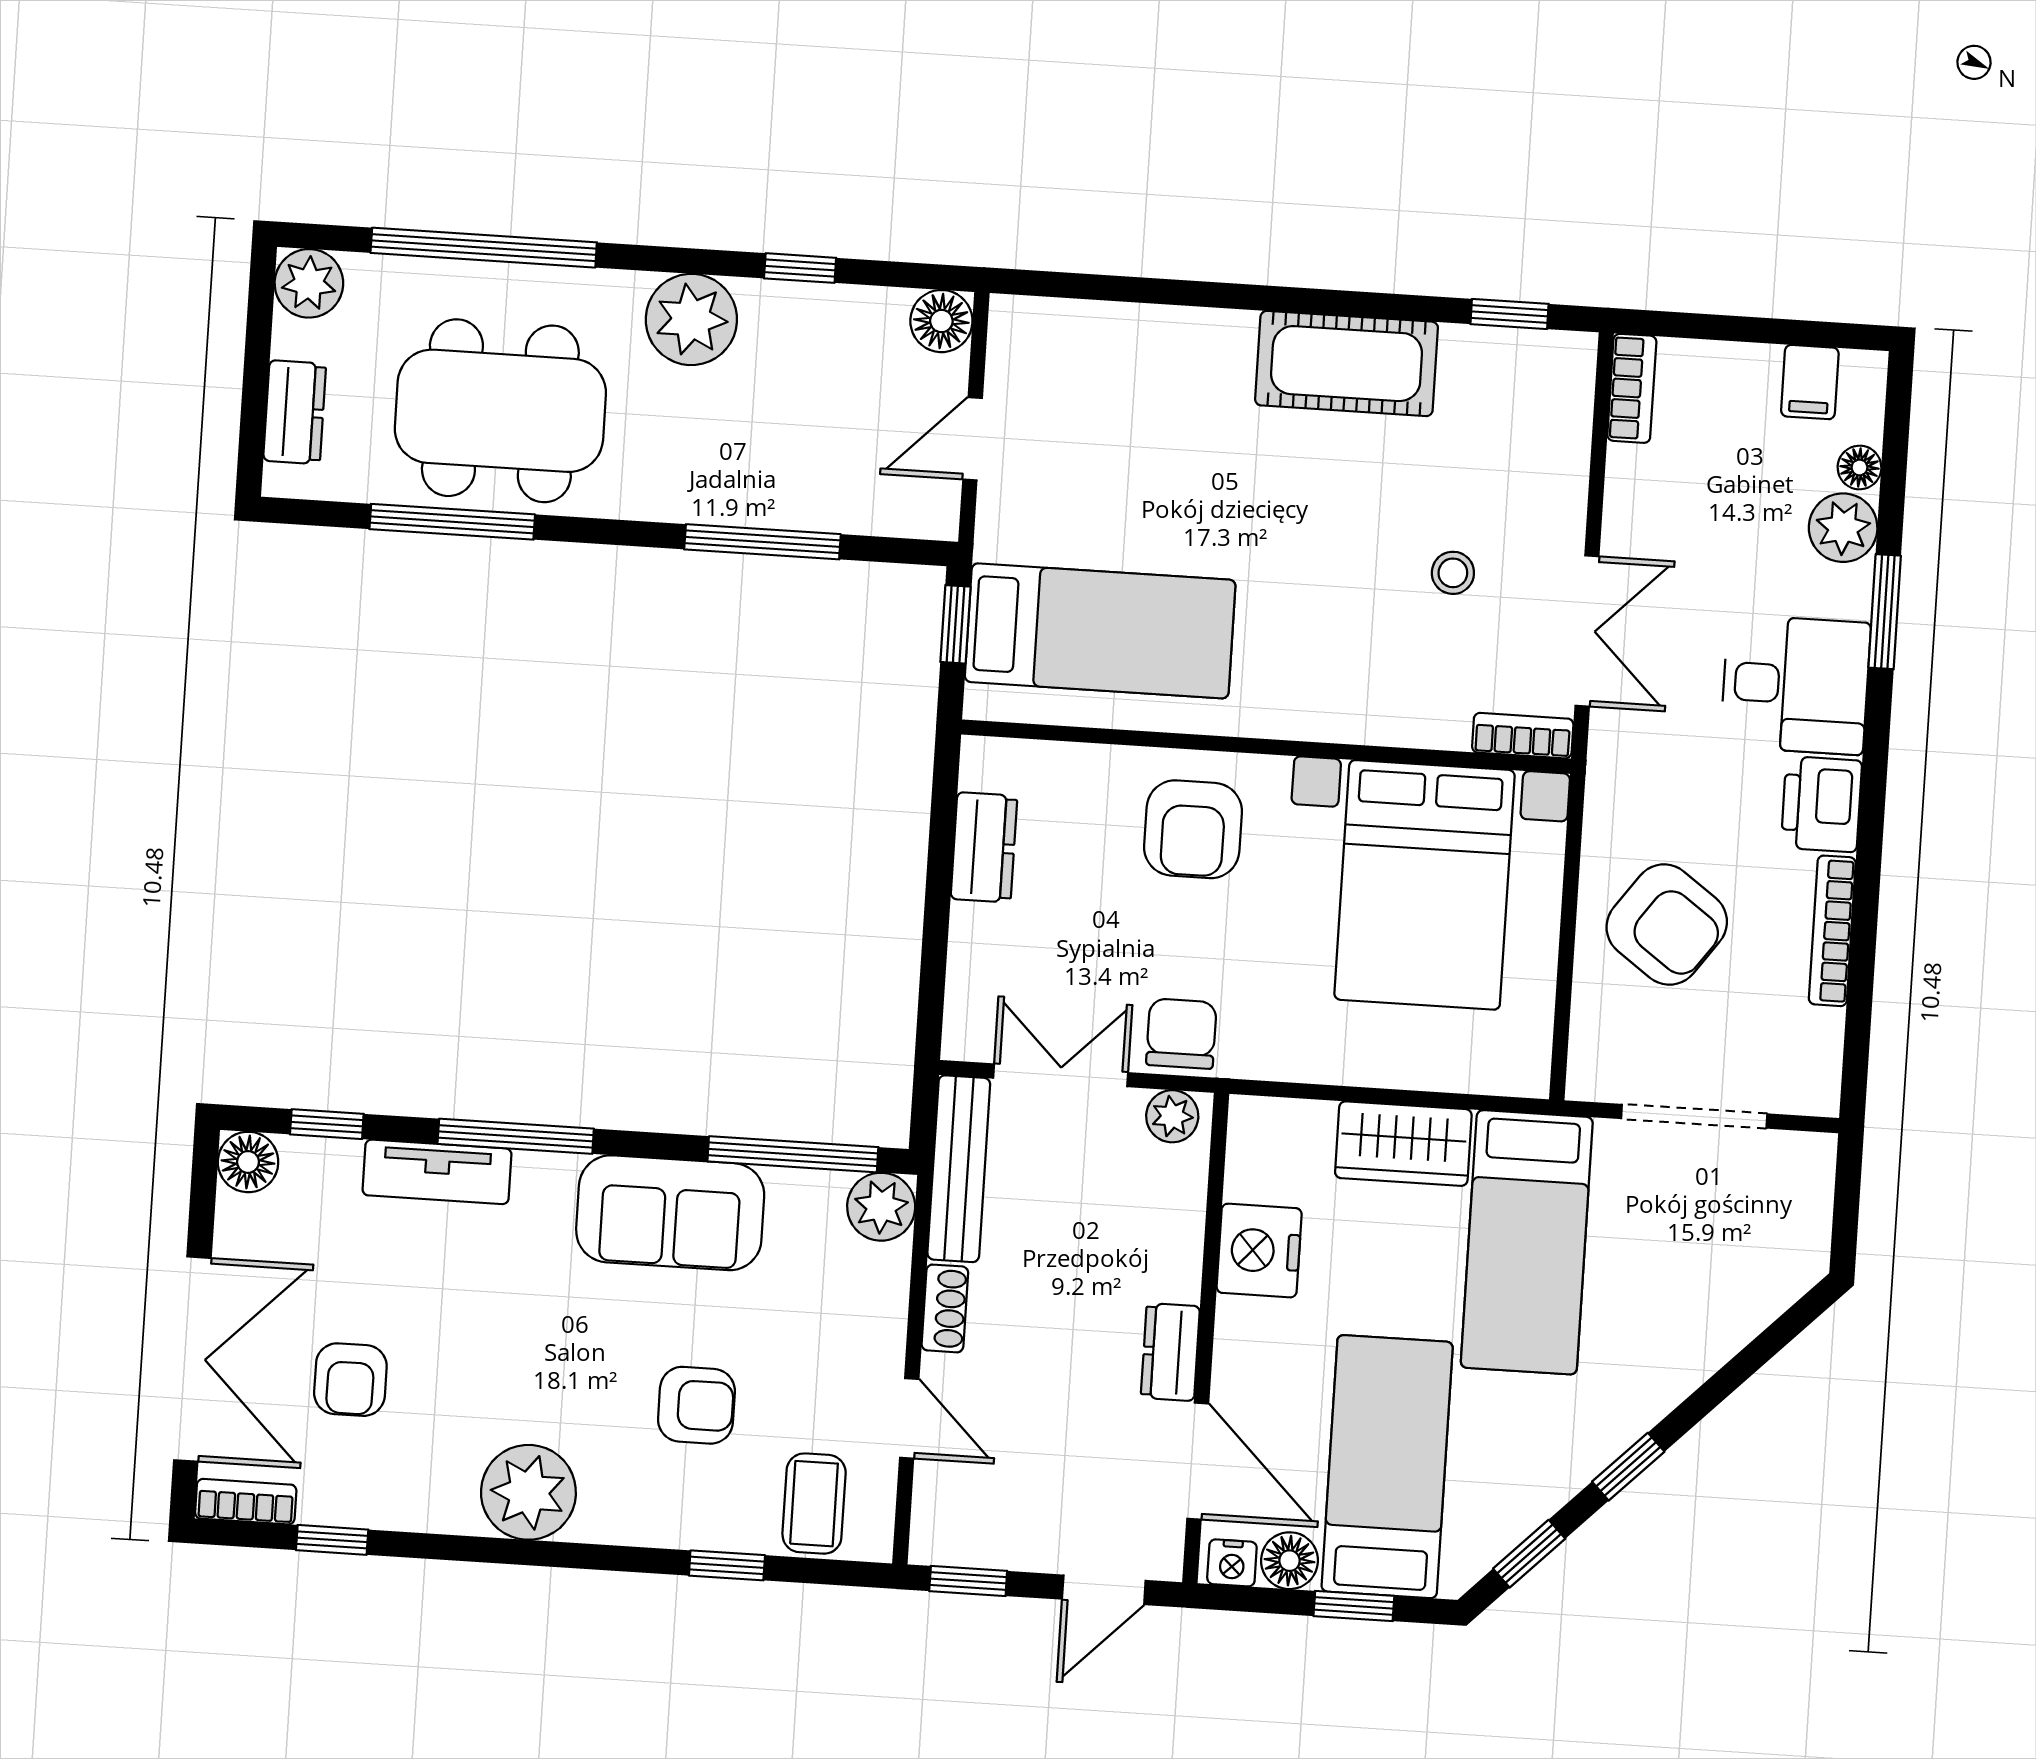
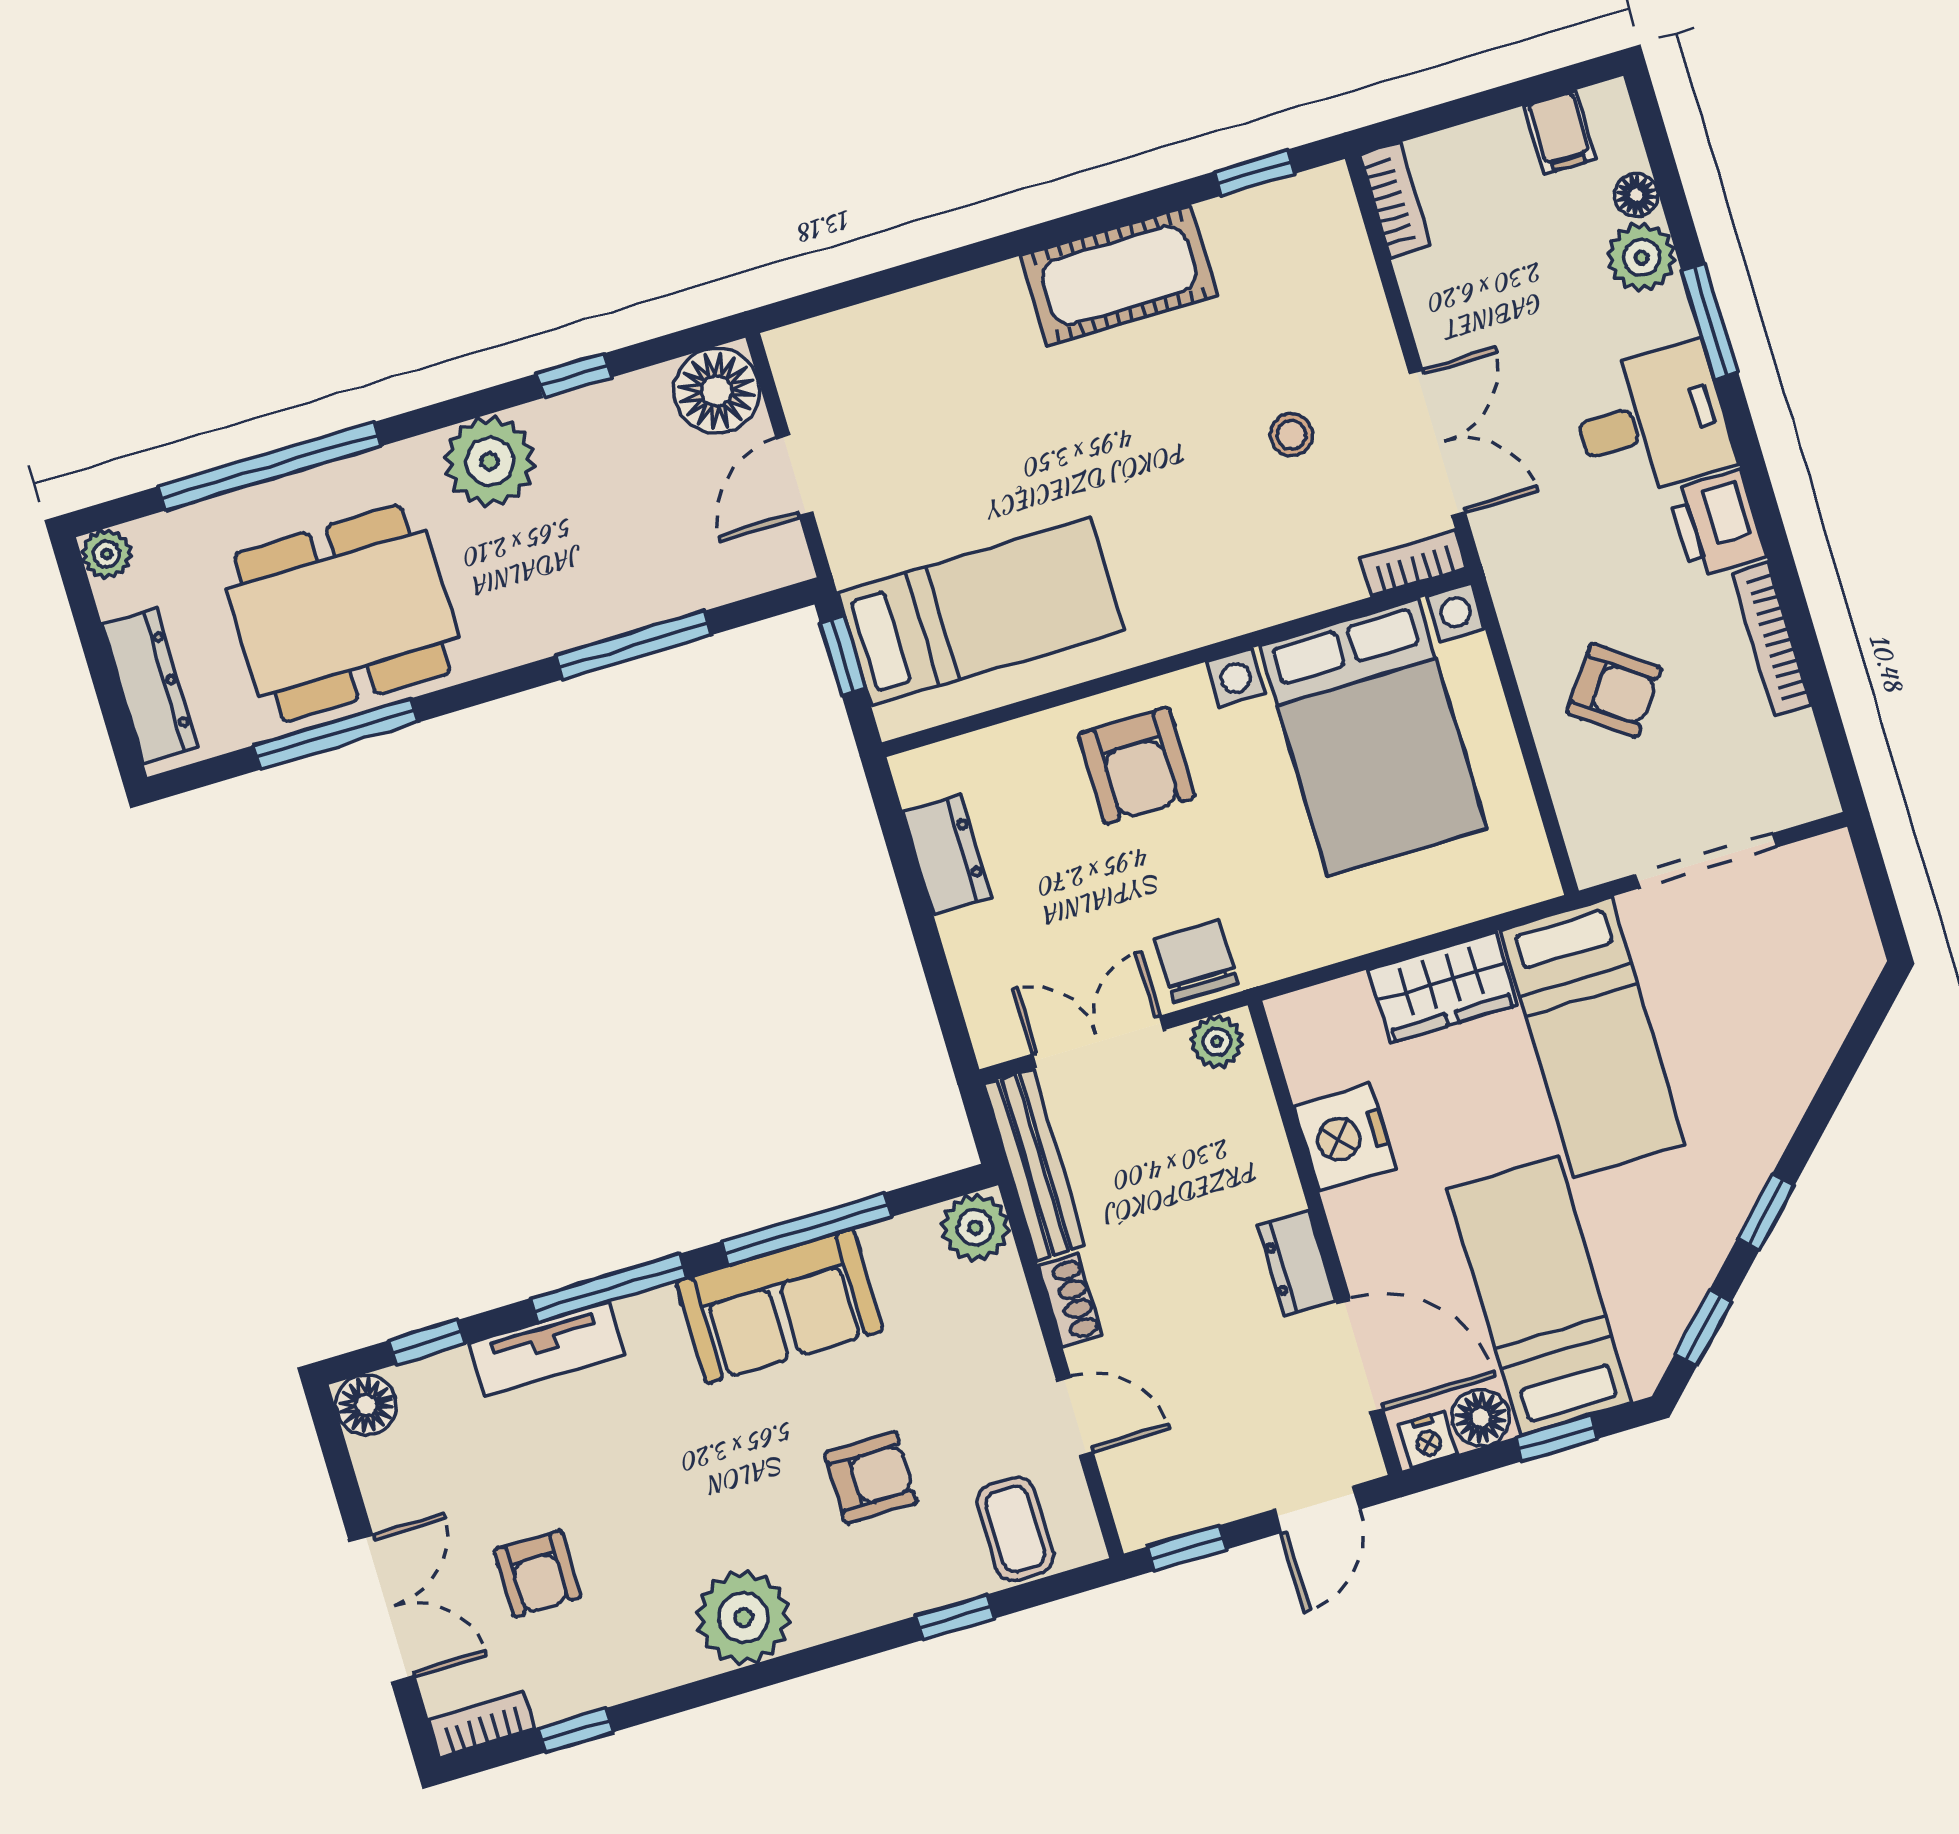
plant: (309, 283) -> (107, 554), width x0.73, depth x0.73
floor lamp: (941, 321) -> (717, 391), width x1.38, depth x1.38
dresser: (295, 412) -> (150, 686), width x1.44
armchair: (1667, 925) -> (1614, 690), width x0.72, depth x0.72
window: (793, 1154) -> (807, 1229), moved
double door: (192, 1359) -> (382, 1609), width x0.73

